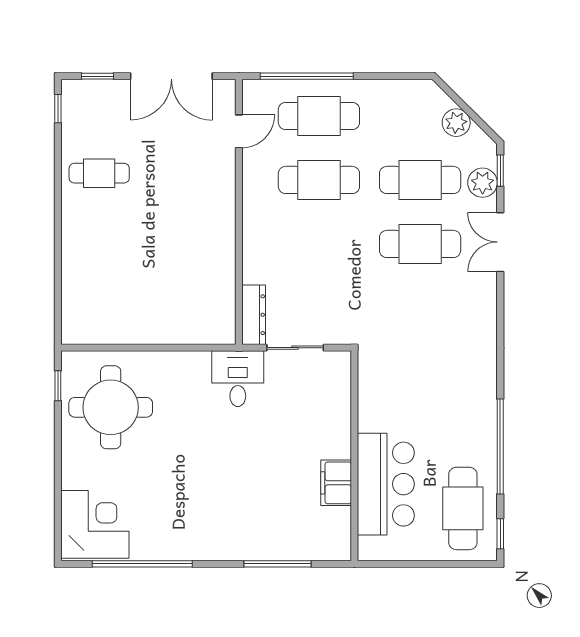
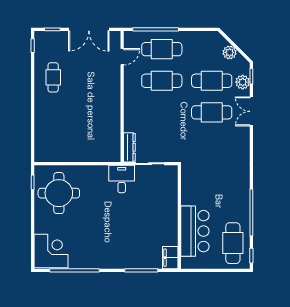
cafe table: (99, 173) -> (53, 77), turned 90
filing cabinet: (336, 483) -> (170, 258), moved

